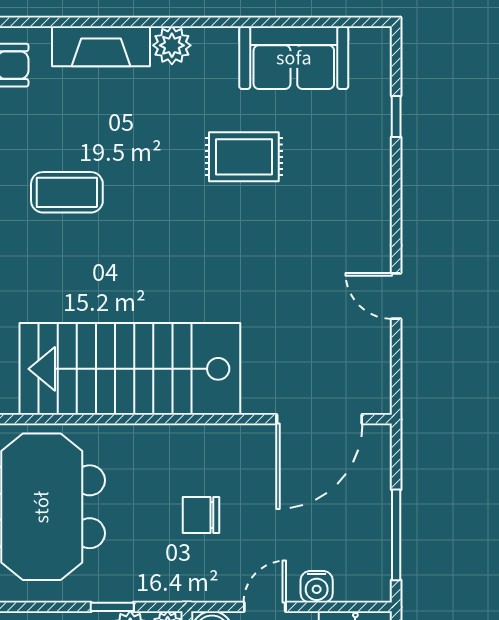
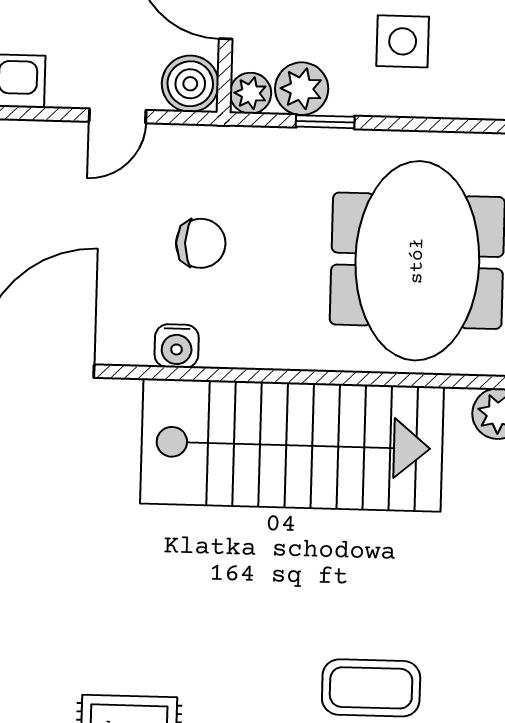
water cooler: (317, 587) -> (177, 346), moved, turned 180

